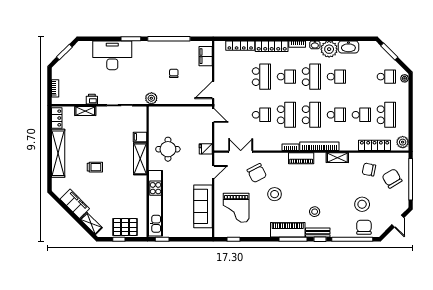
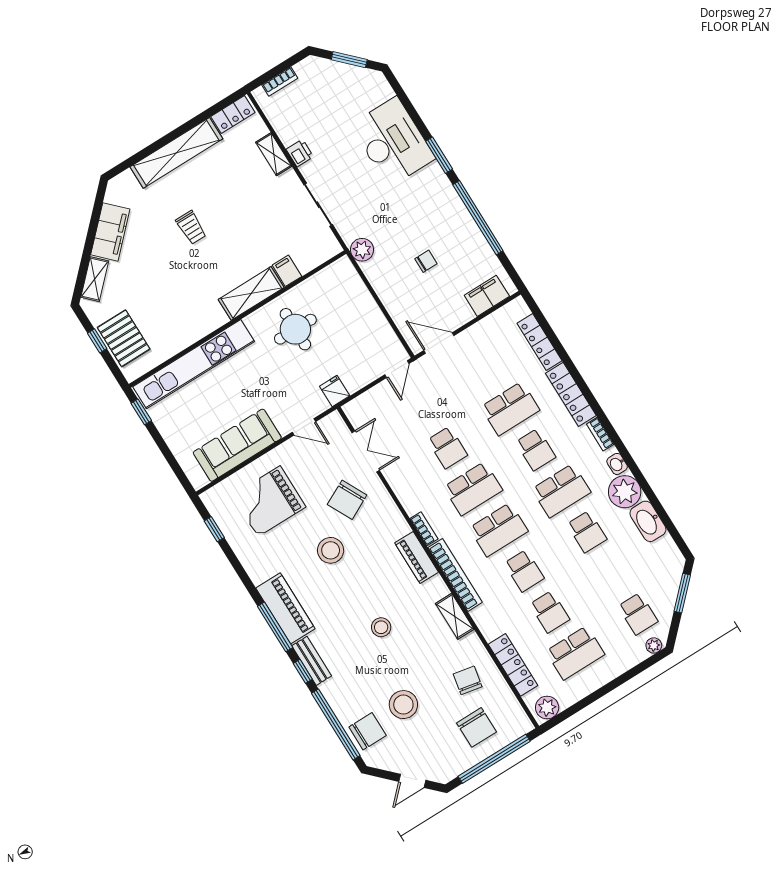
chair: (392, 178) -> (477, 727), turned 121
stool: (315, 212) -> (381, 627), moved

